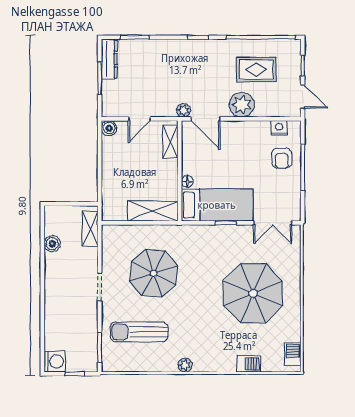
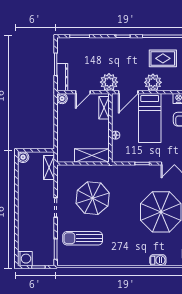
dresser: (109, 59) -> (62, 77), moved
plant: (184, 110) -> (109, 82), width x1.87, depth x1.87
door: (206, 119) -> (128, 92), hinge flipped
bed: (217, 205) -> (150, 118), moved, turned 90
boiler: (52, 244) -> (23, 157), moved
plant: (185, 365) -> (114, 261), removed

